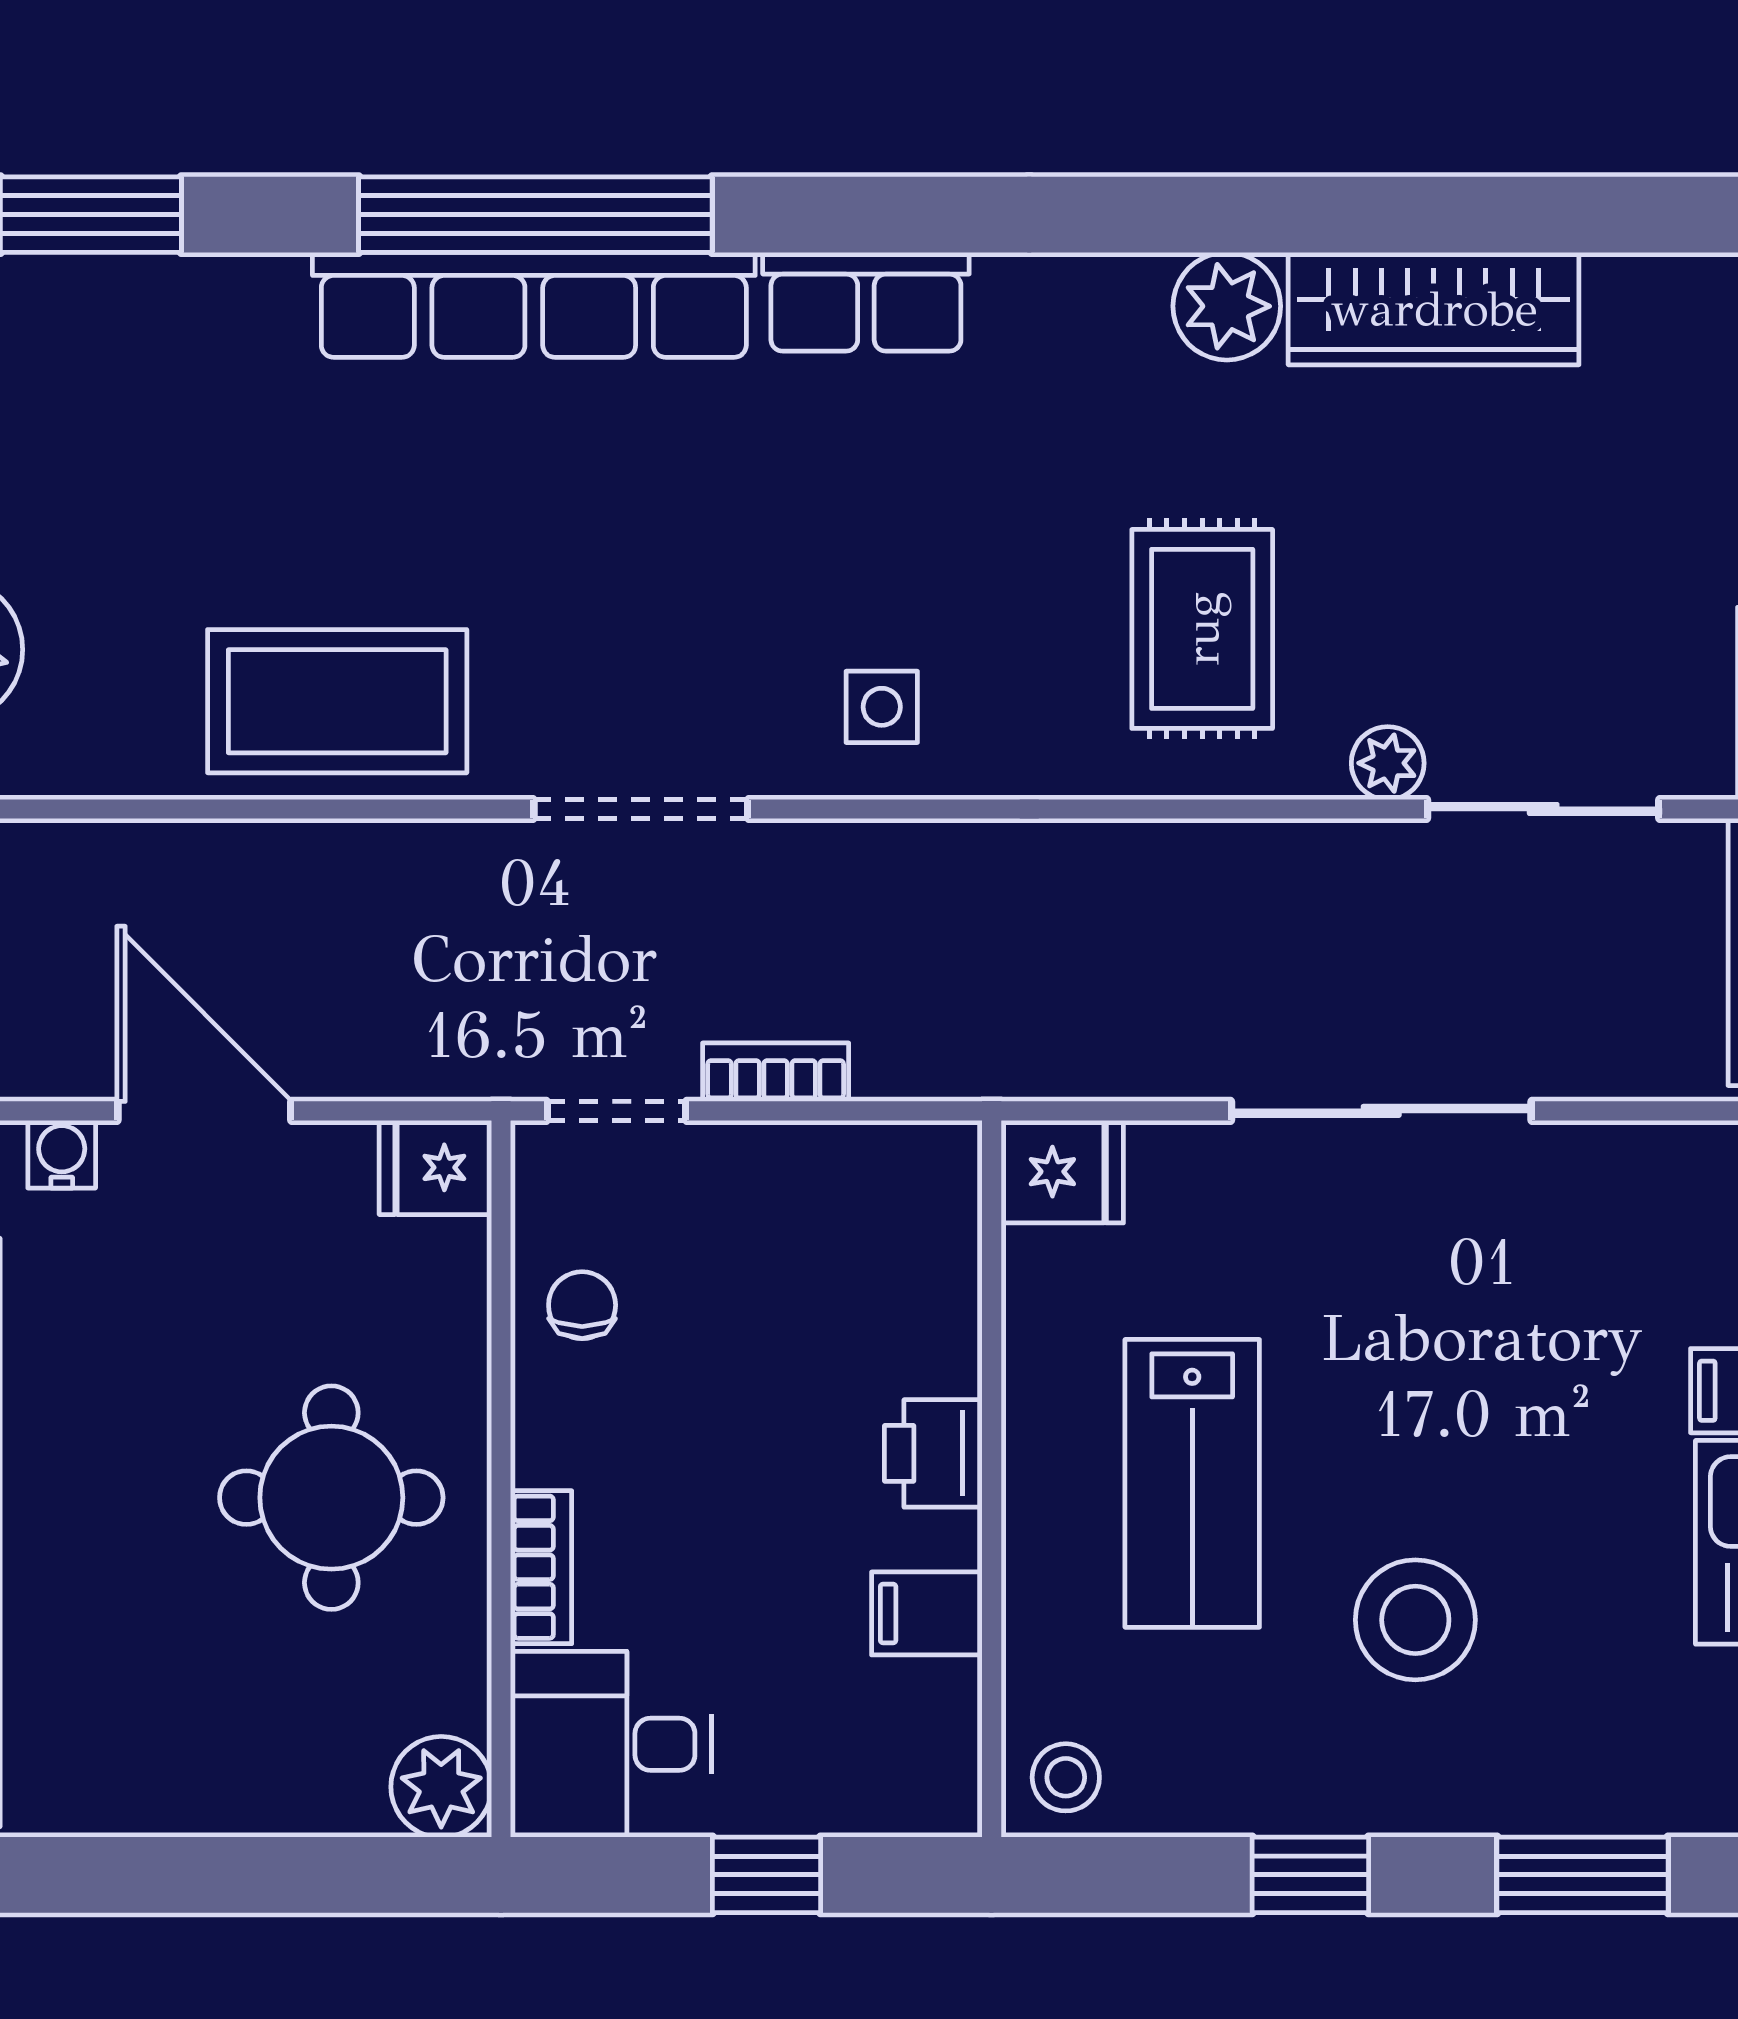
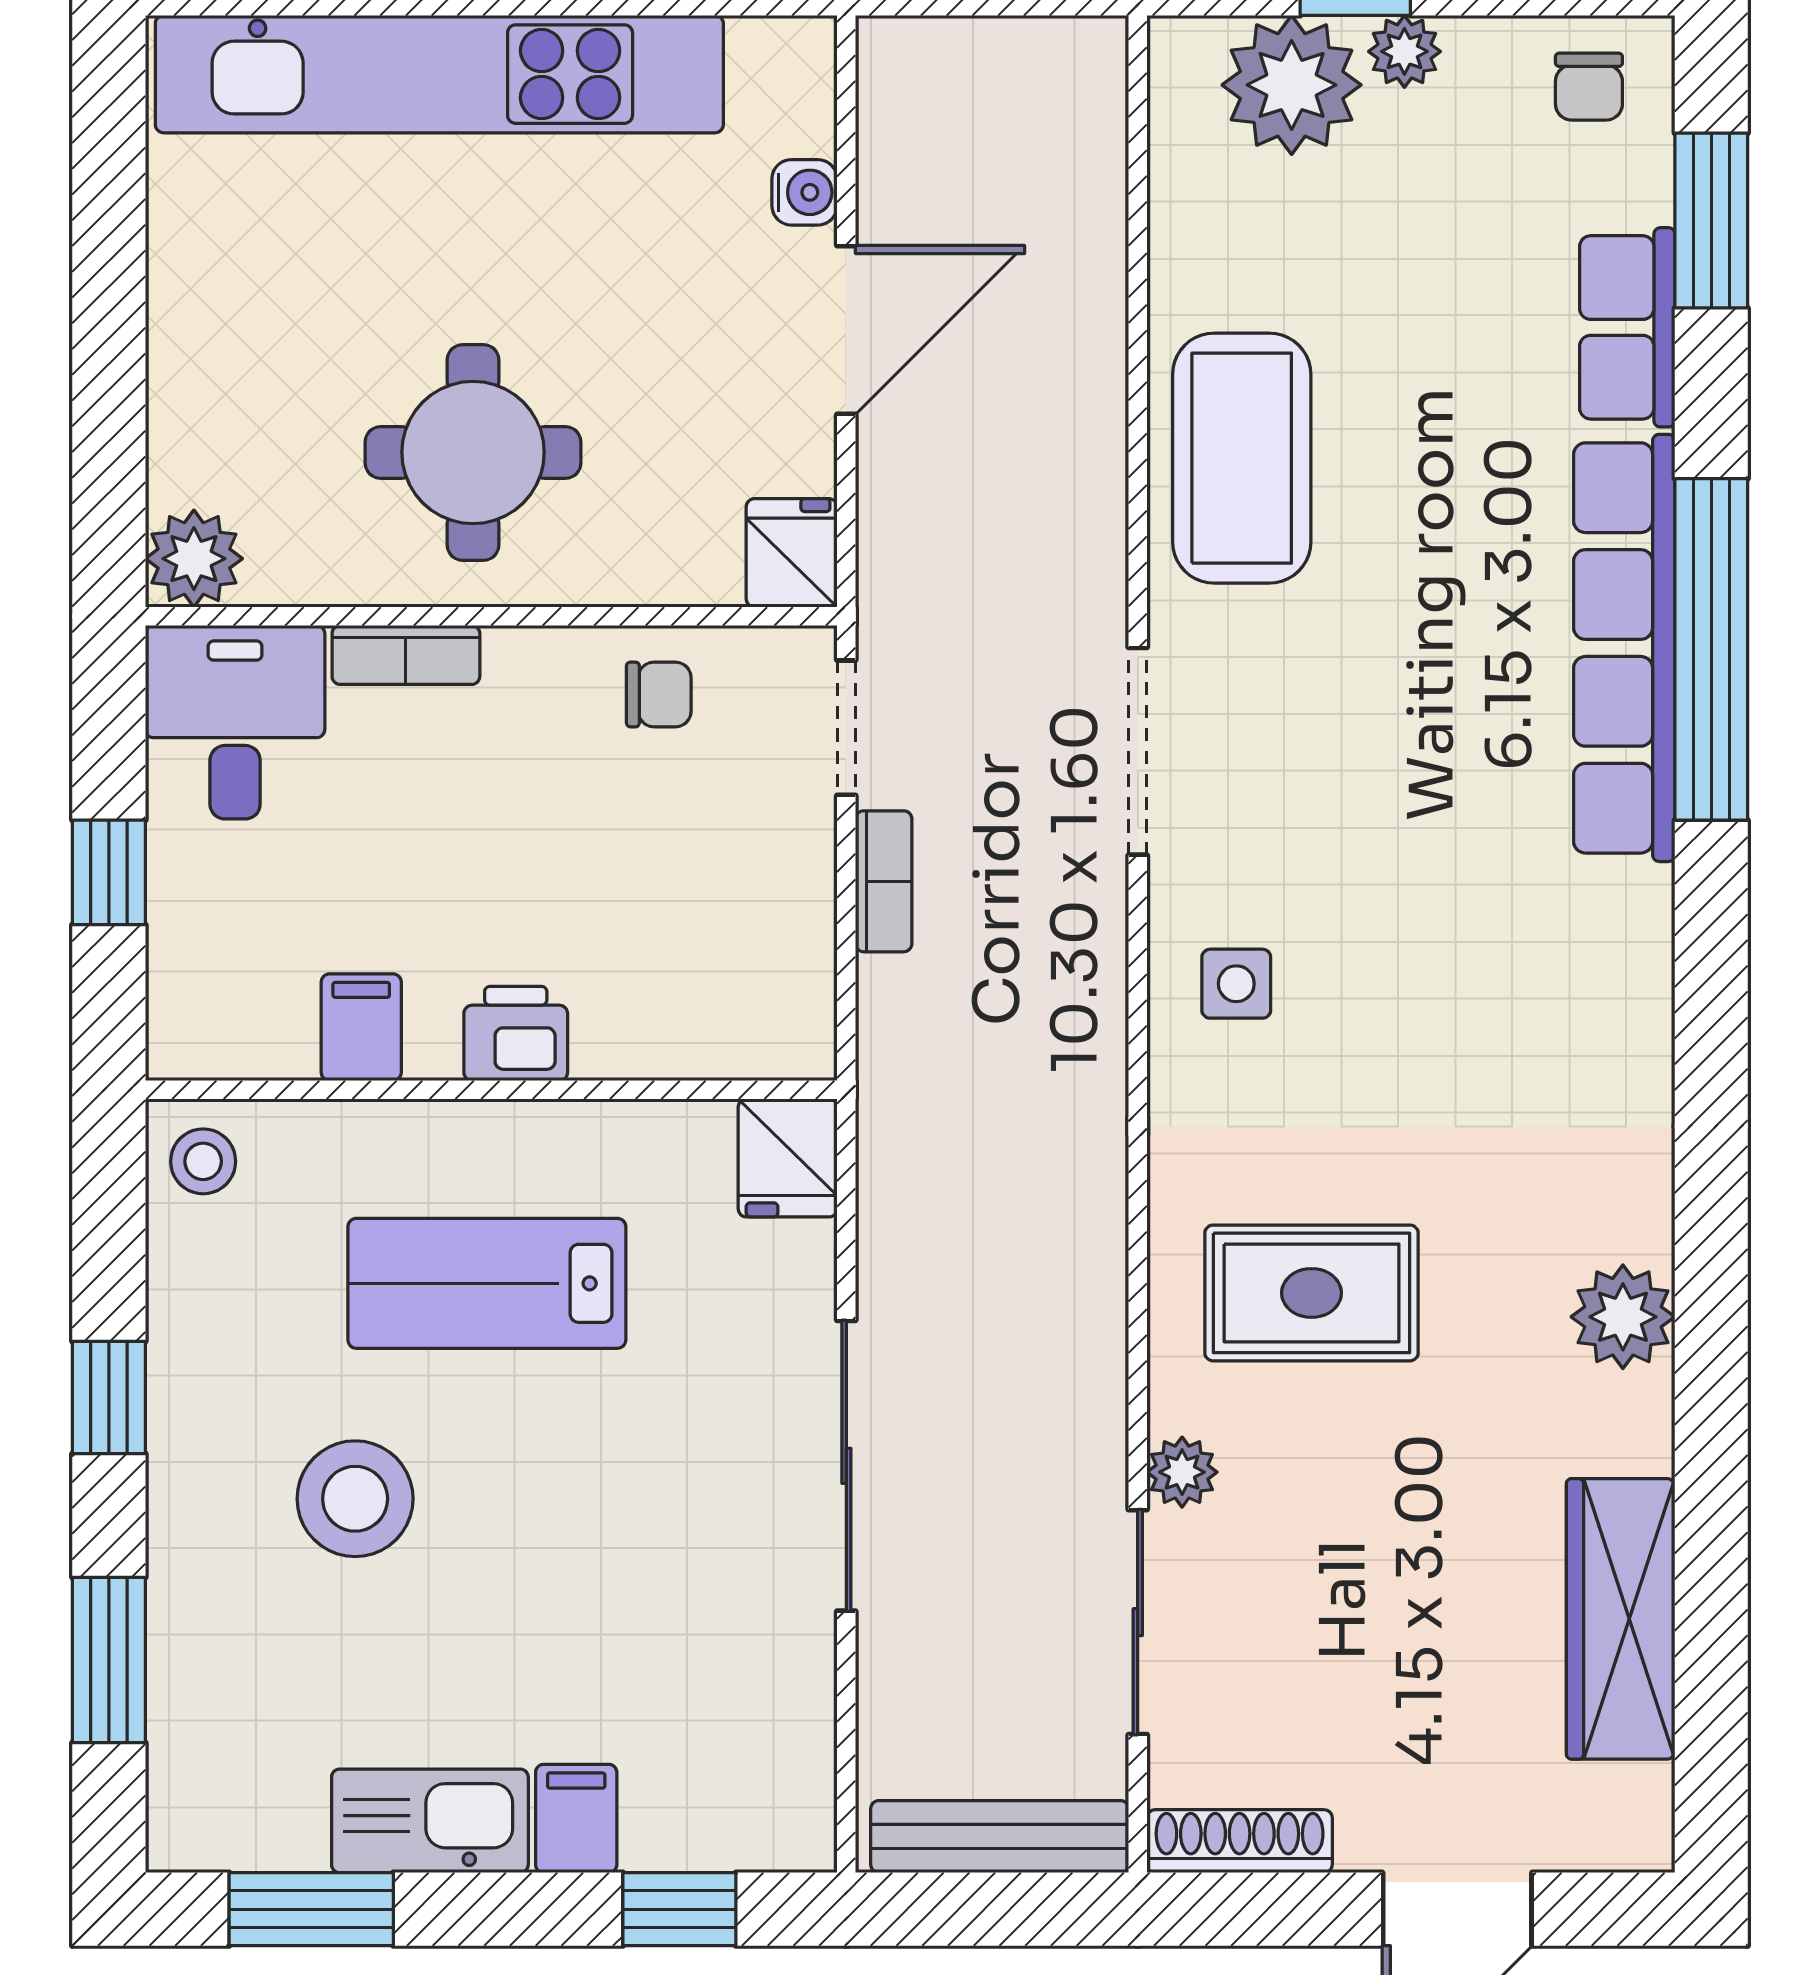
row of seats: (866, 302) -> (1627, 327), moved
wardrobe: (1434, 309) -> (1621, 1619), moved

